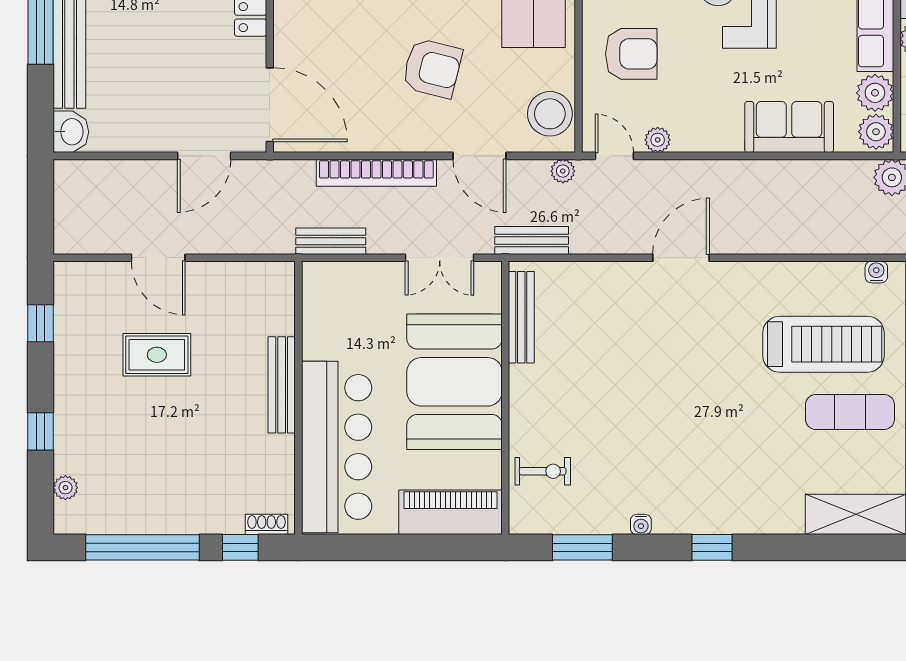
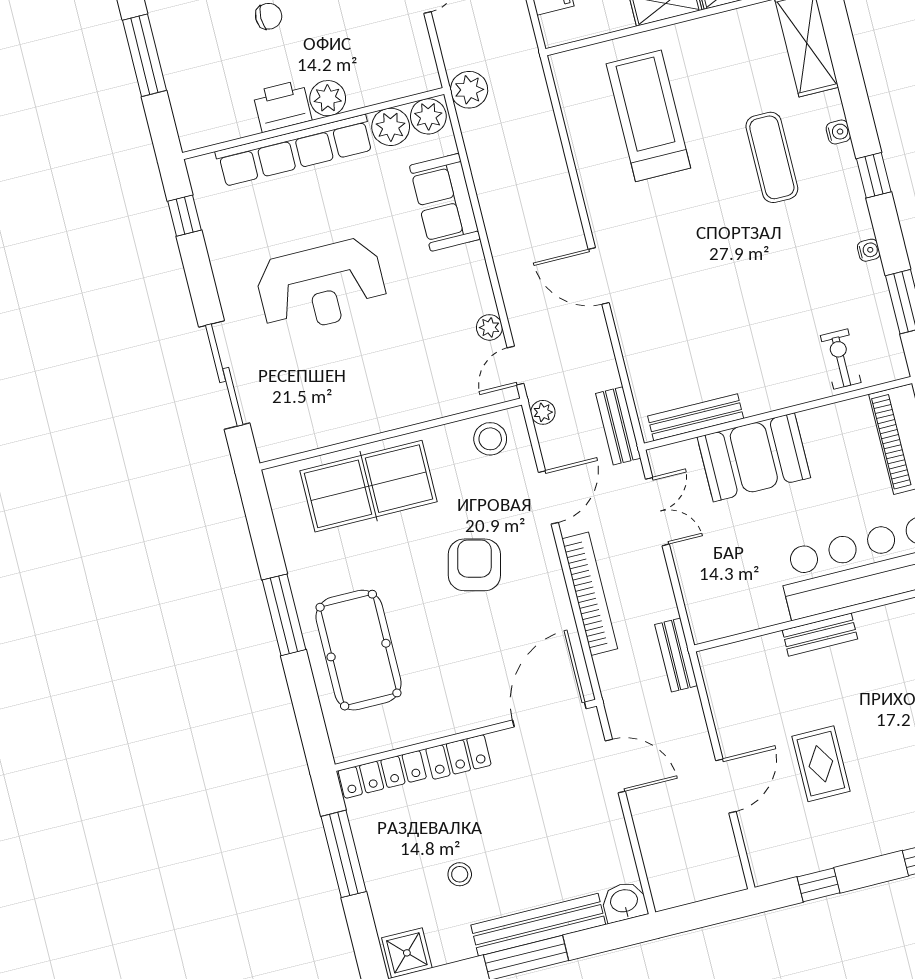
armchair: (631, 54) -> (412, 374), removed
stool: (550, 114) -> (490, 439), width x0.73, depth x0.73
bench: (331, 241) -> (676, 655), moved
water cooler: (876, 272) -> (838, 132), moved, turned 180
booth: (455, 382) -> (754, 457), width x0.73, depth x0.70
bench: (282, 385) -> (820, 635), width x0.73
exercise mat: (850, 412) -> (772, 157), moved

